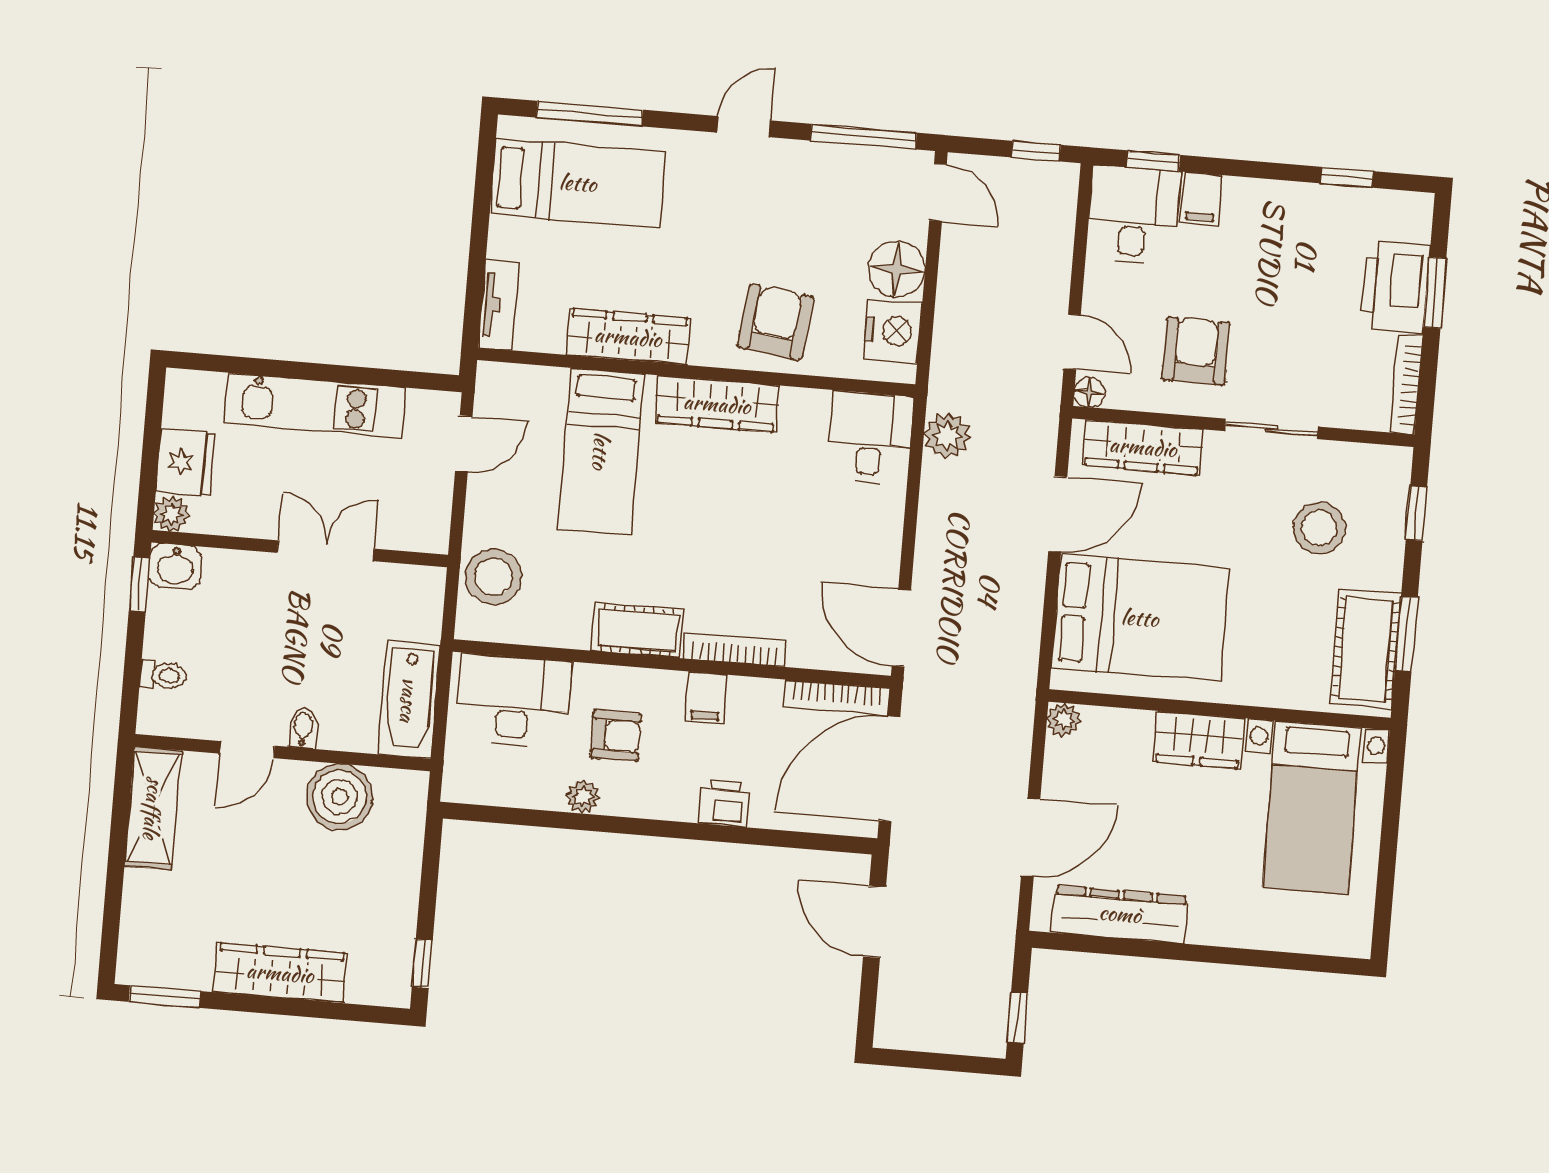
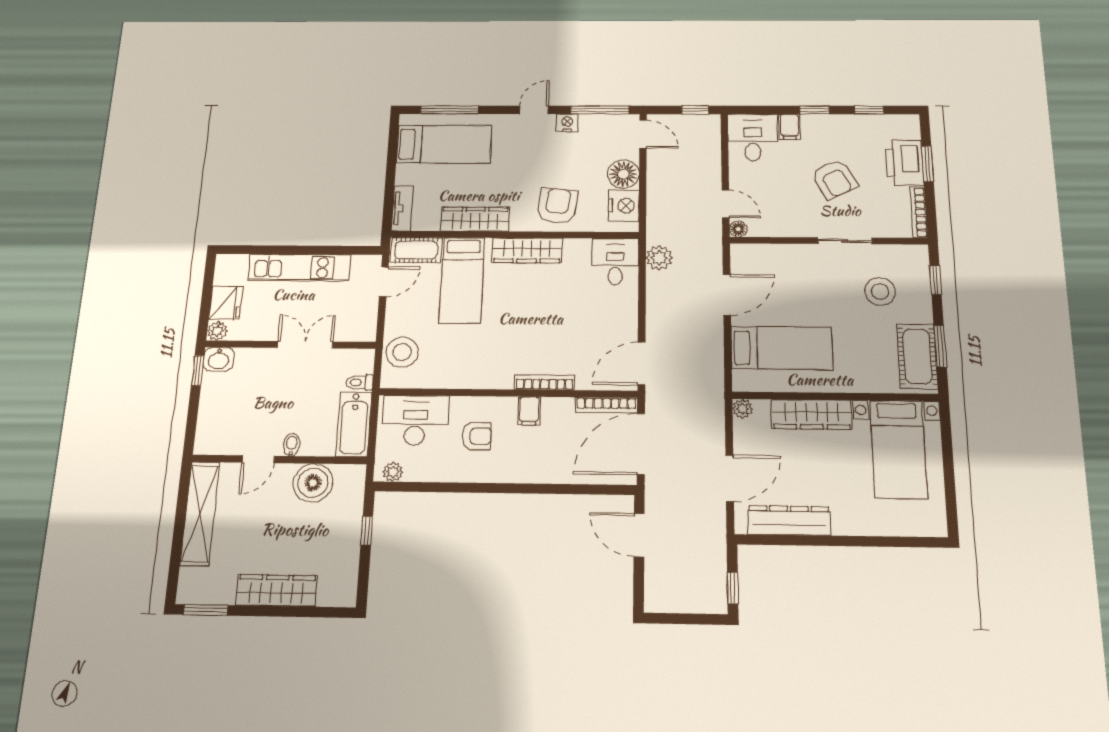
nightstand: (802, 158) -> (567, 123), added
window: (1153, 161) -> (814, 110), moved
armchair: (1196, 351) -> (834, 179), moved, turned 153
wardrobe: (1143, 447) -> (772, 256), removed
bed: (1140, 618) -> (782, 348), width x0.67
door: (901, 628) -> (641, 364), hinge flipped
cot: (637, 630) -> (416, 250), moved
toilet: (163, 675) -> (359, 382), moved, turned 180
wardrobe: (1199, 740) -> (812, 414), width x1.50
plant: (583, 797) -> (393, 472), moved
printer: (724, 803) -> (543, 471), removed
shelving: (153, 808) -> (200, 513), width x1.47
window: (422, 963) -> (367, 531), moved

